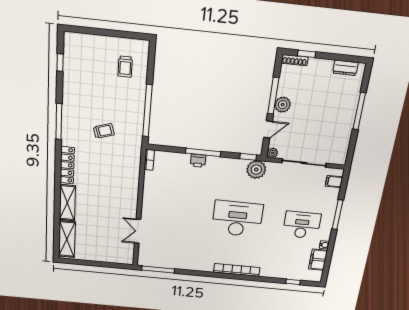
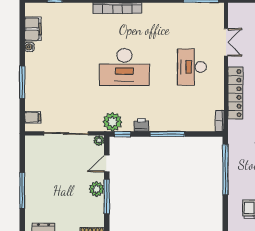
printer: (198, 161) -> (141, 125), moved
locker: (132, 185) -> (235, 93), added
desk: (302, 225) -> (192, 67), moved, turned 90

